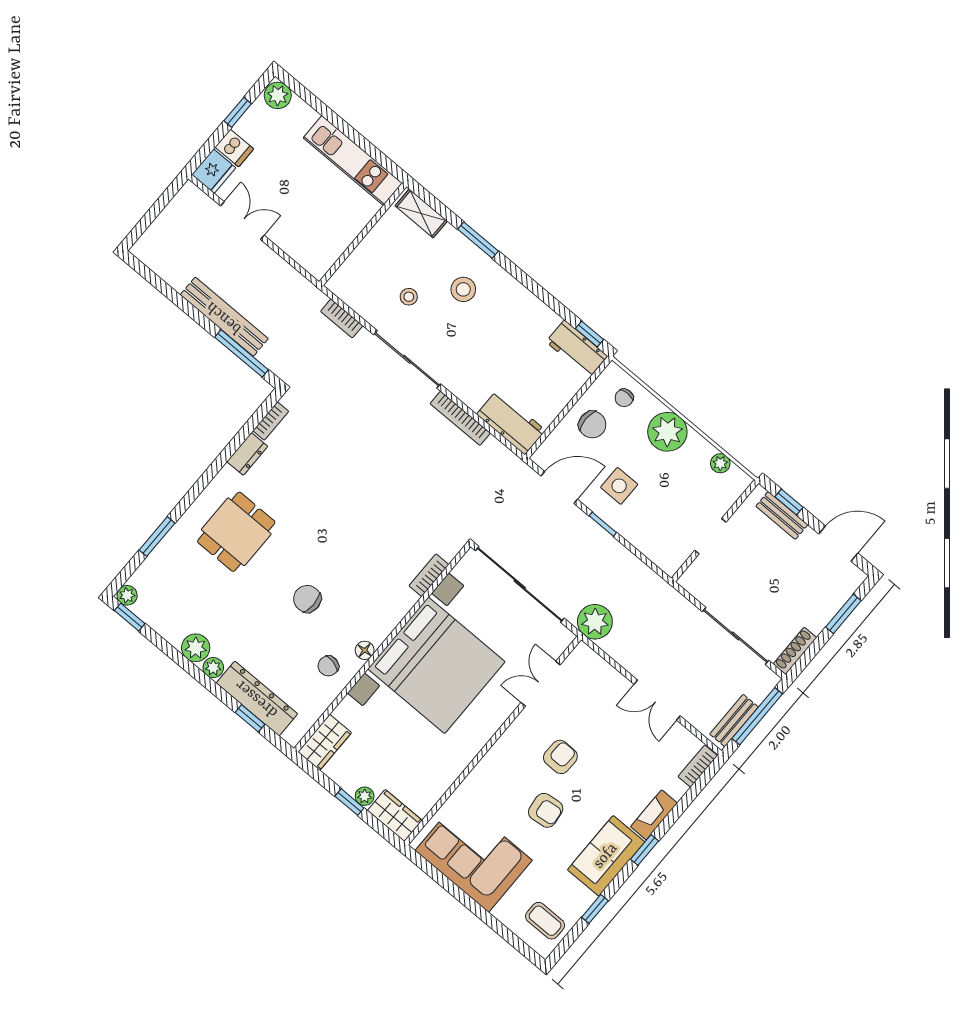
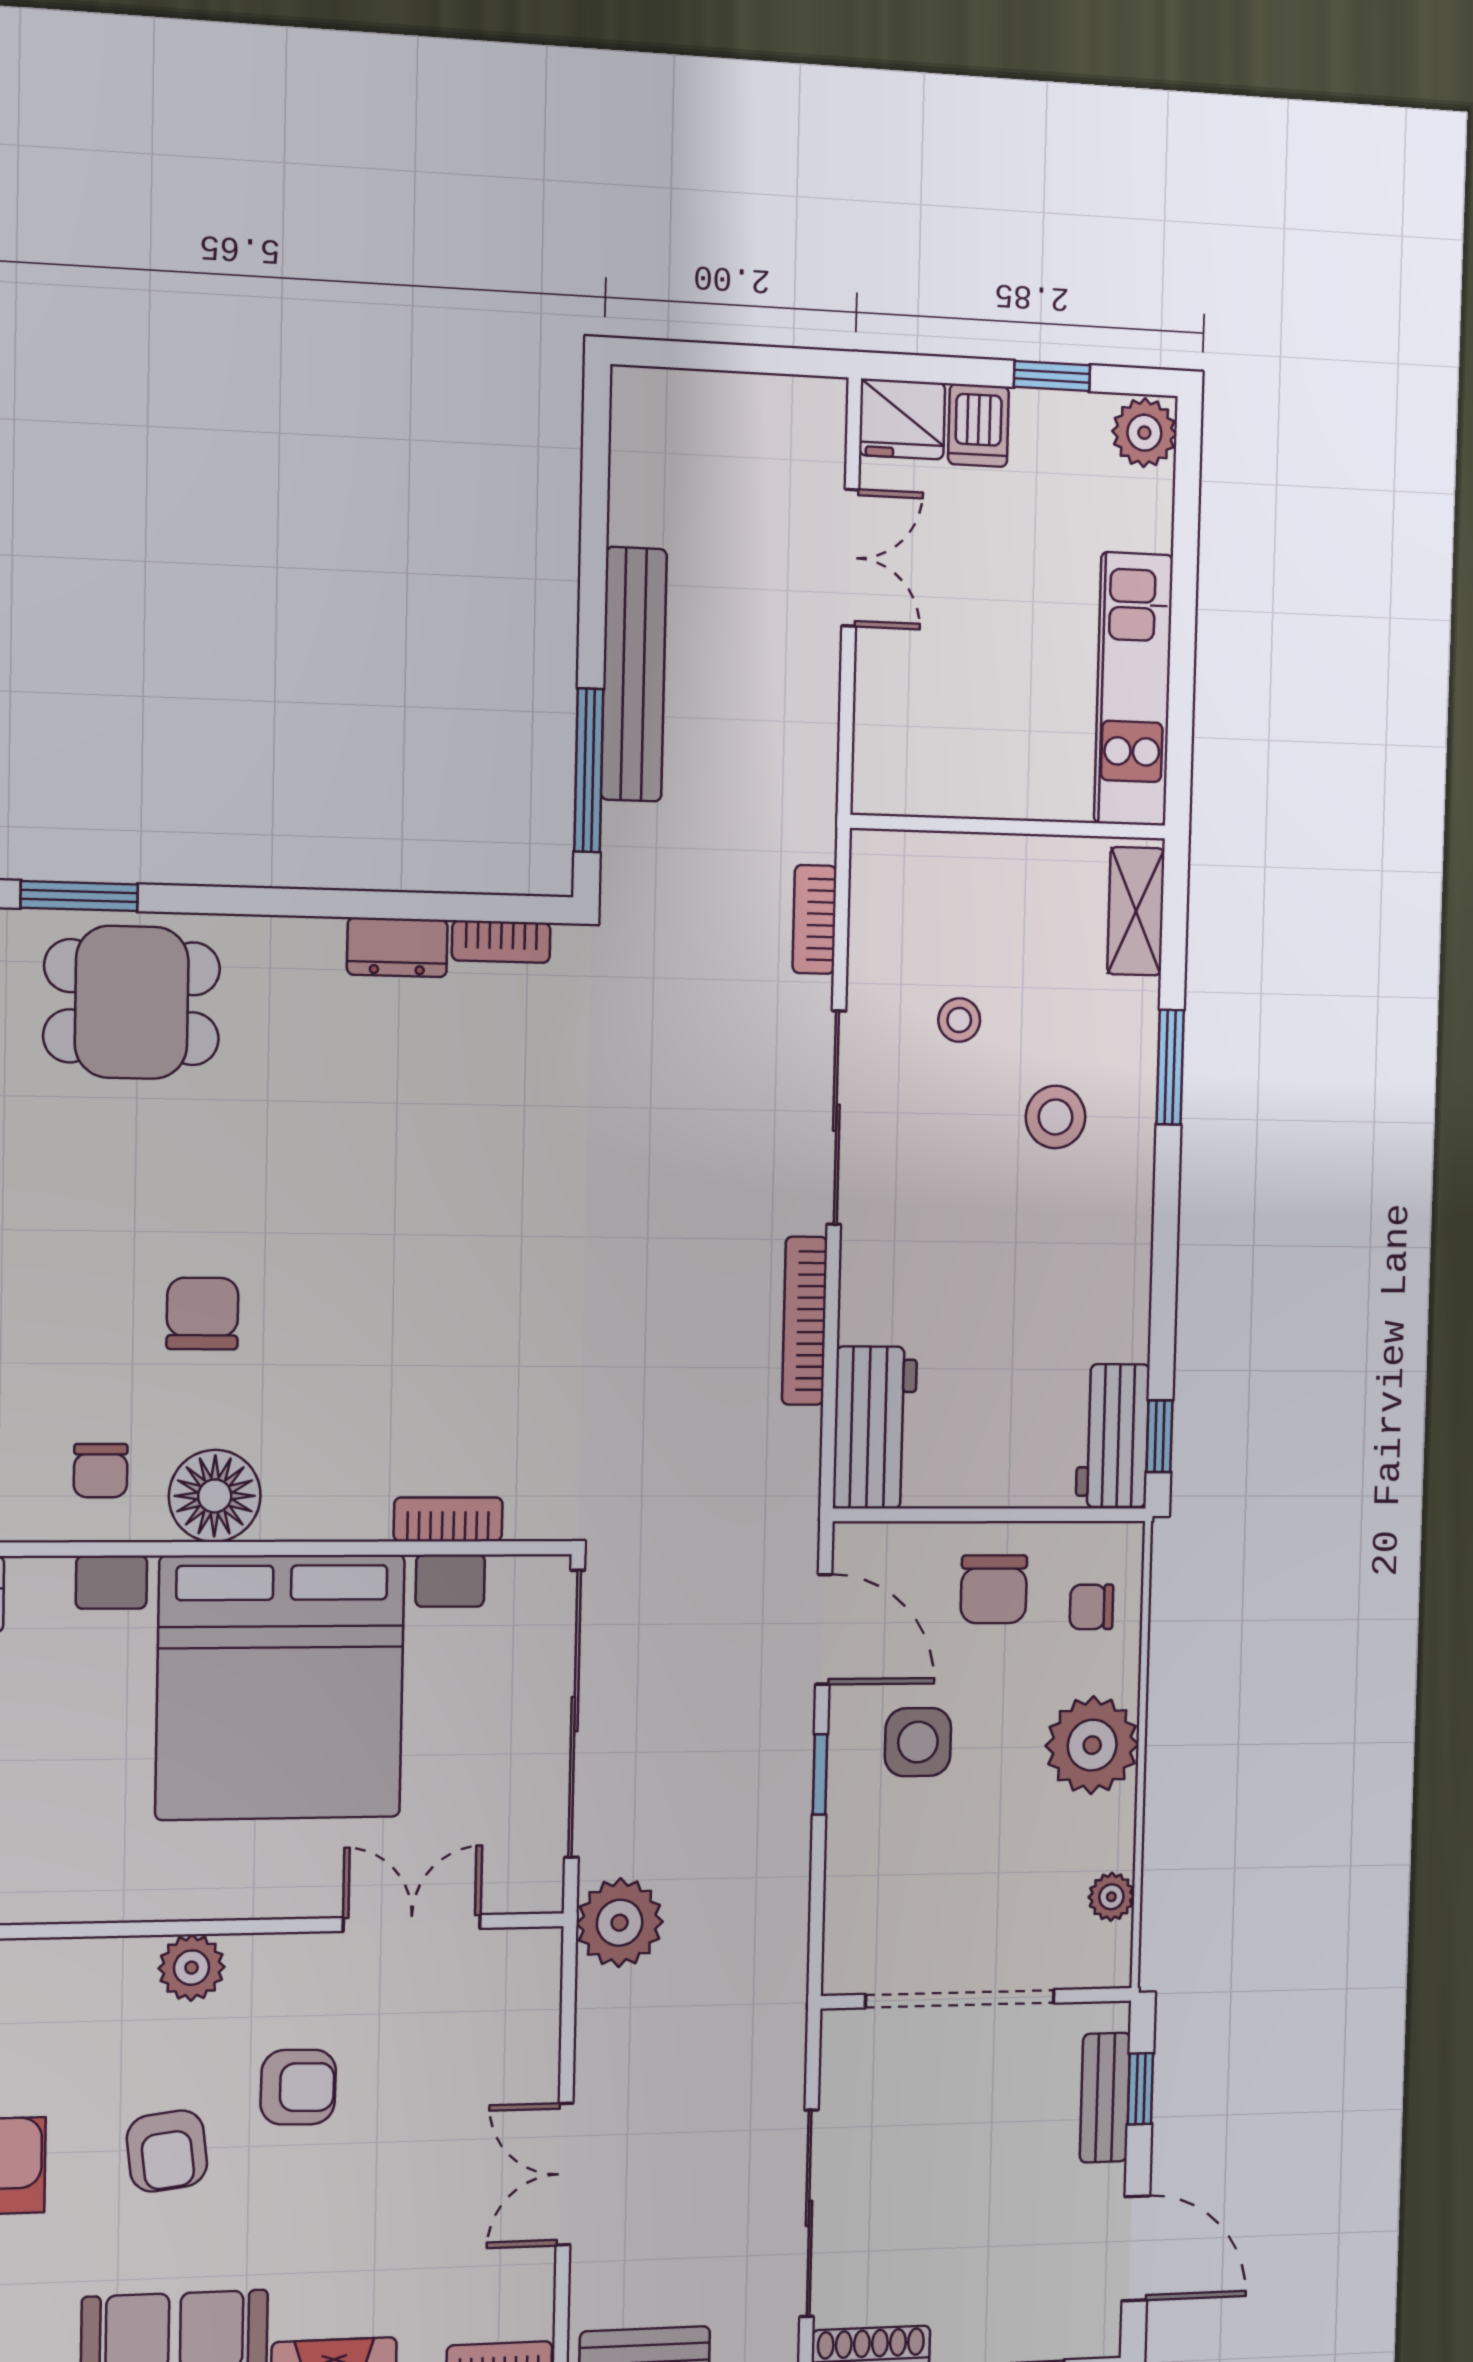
dining table: (236, 532) -> (132, 1002), moved
doorway: (710, 536) -> (960, 1999), width x1.88
floor lamp: (365, 650) -> (215, 1496), width x1.89, depth x1.89
chair: (328, 666) -> (101, 1471), turned -103
plant: (497, 759) -> (192, 1968), added

